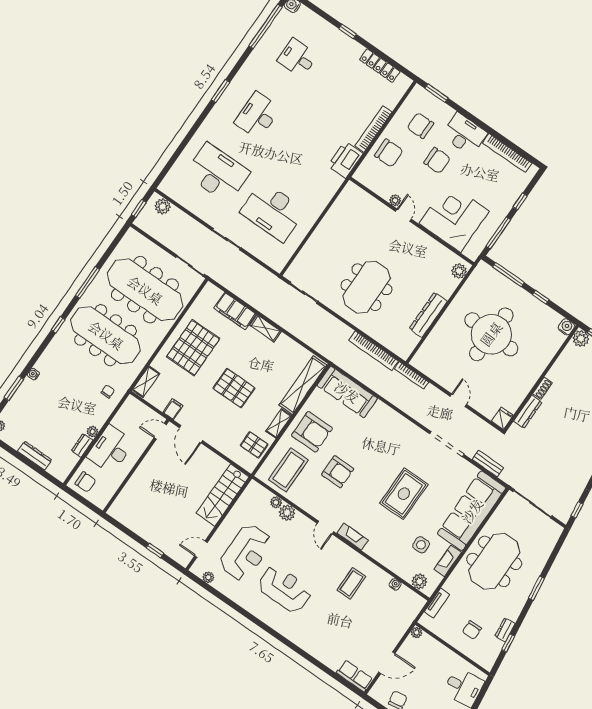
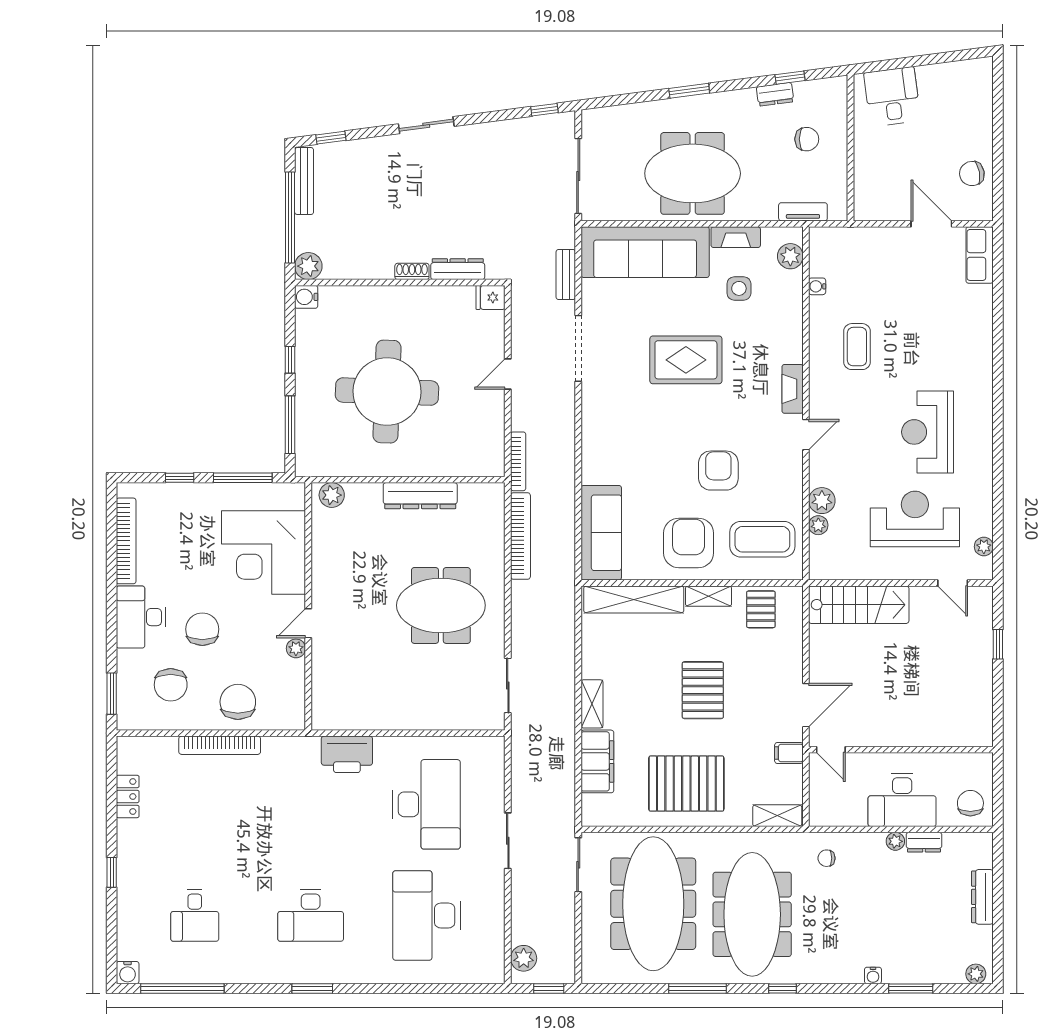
locker: (380, 66) -> (128, 796), width x0.66
printer: (345, 160) -> (347, 754), moved
coffee table: (351, 583) -> (857, 347), turned 90
plant: (416, 633) -> (862, 212), removed

